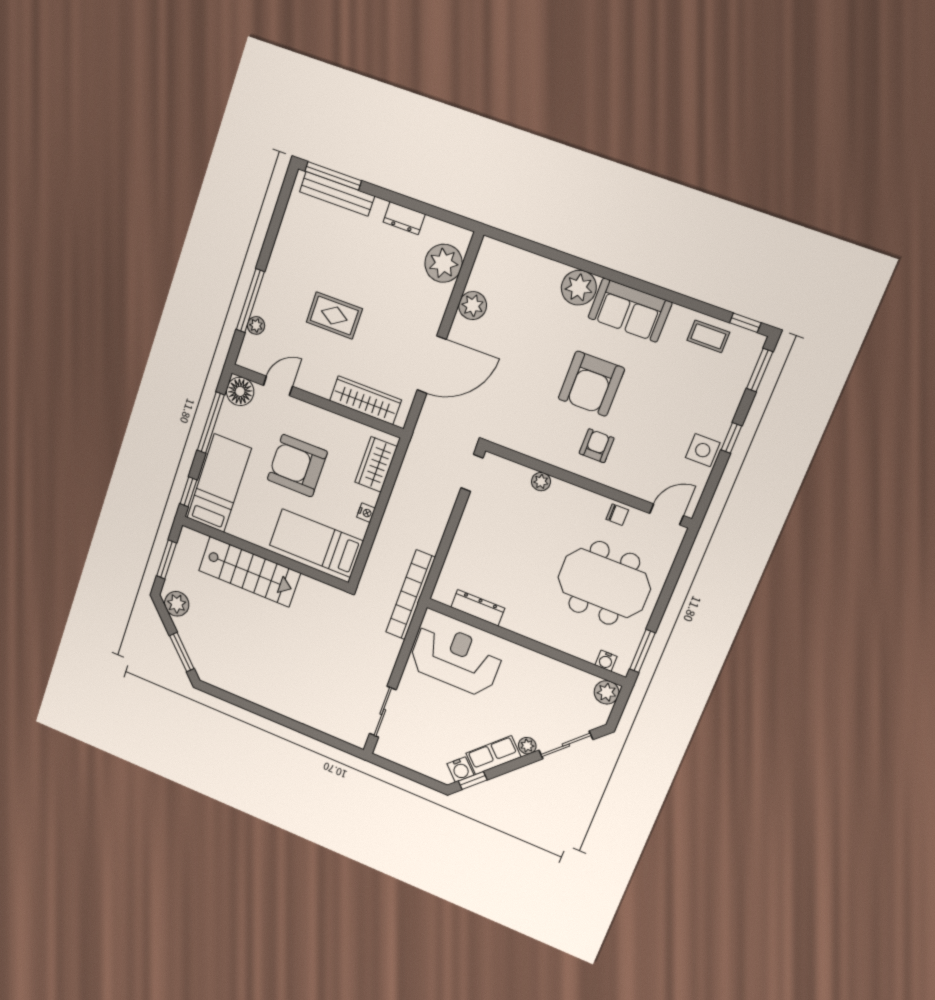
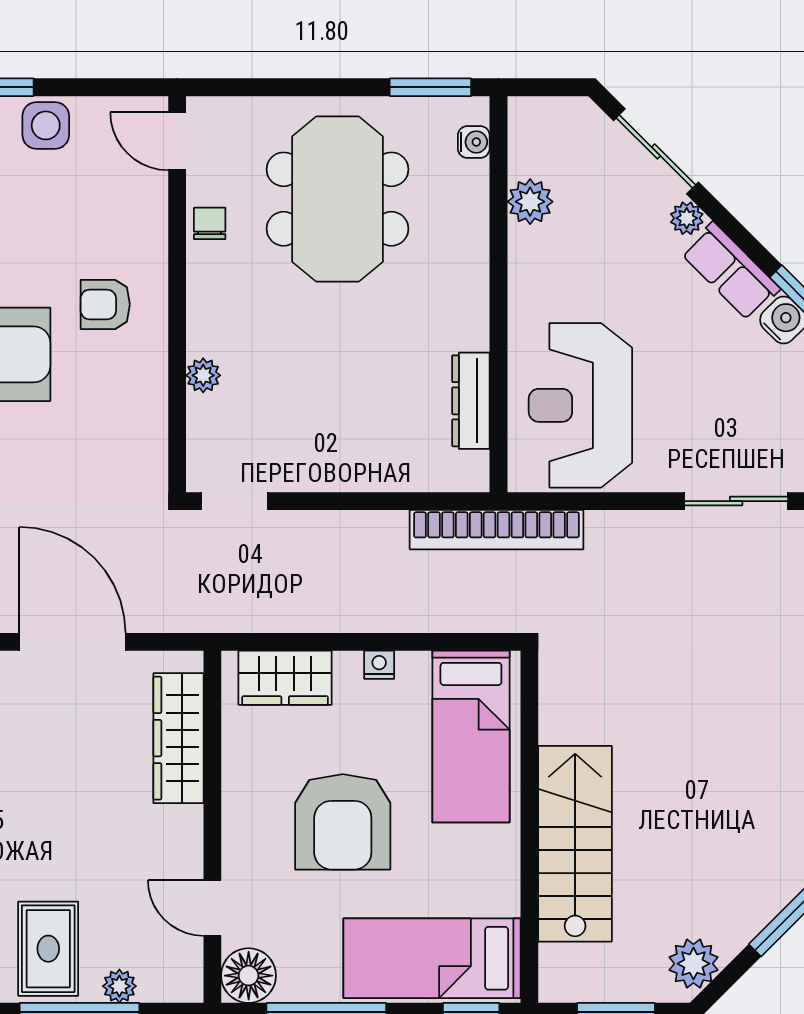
rug: (334, 315) -> (48, 949), moved
plant: (607, 692) -> (530, 202), moved

